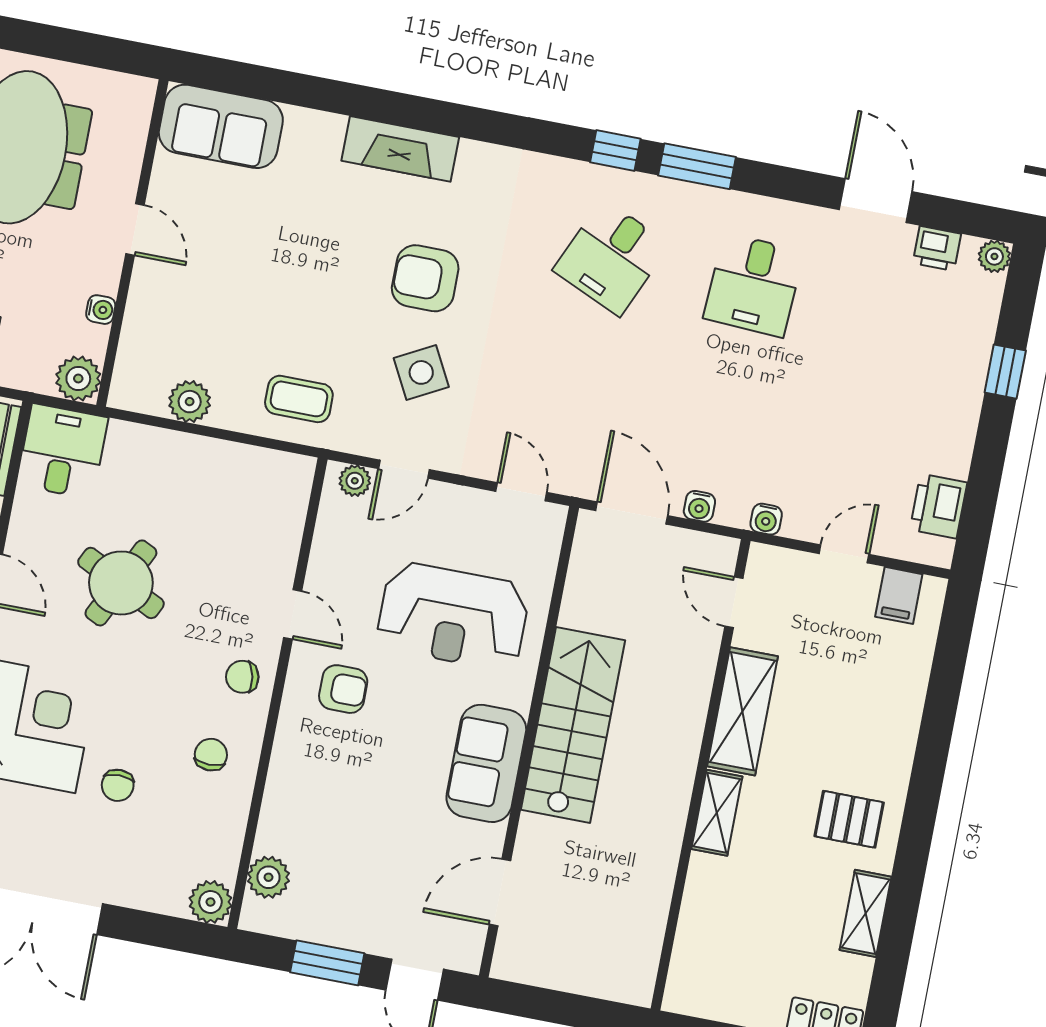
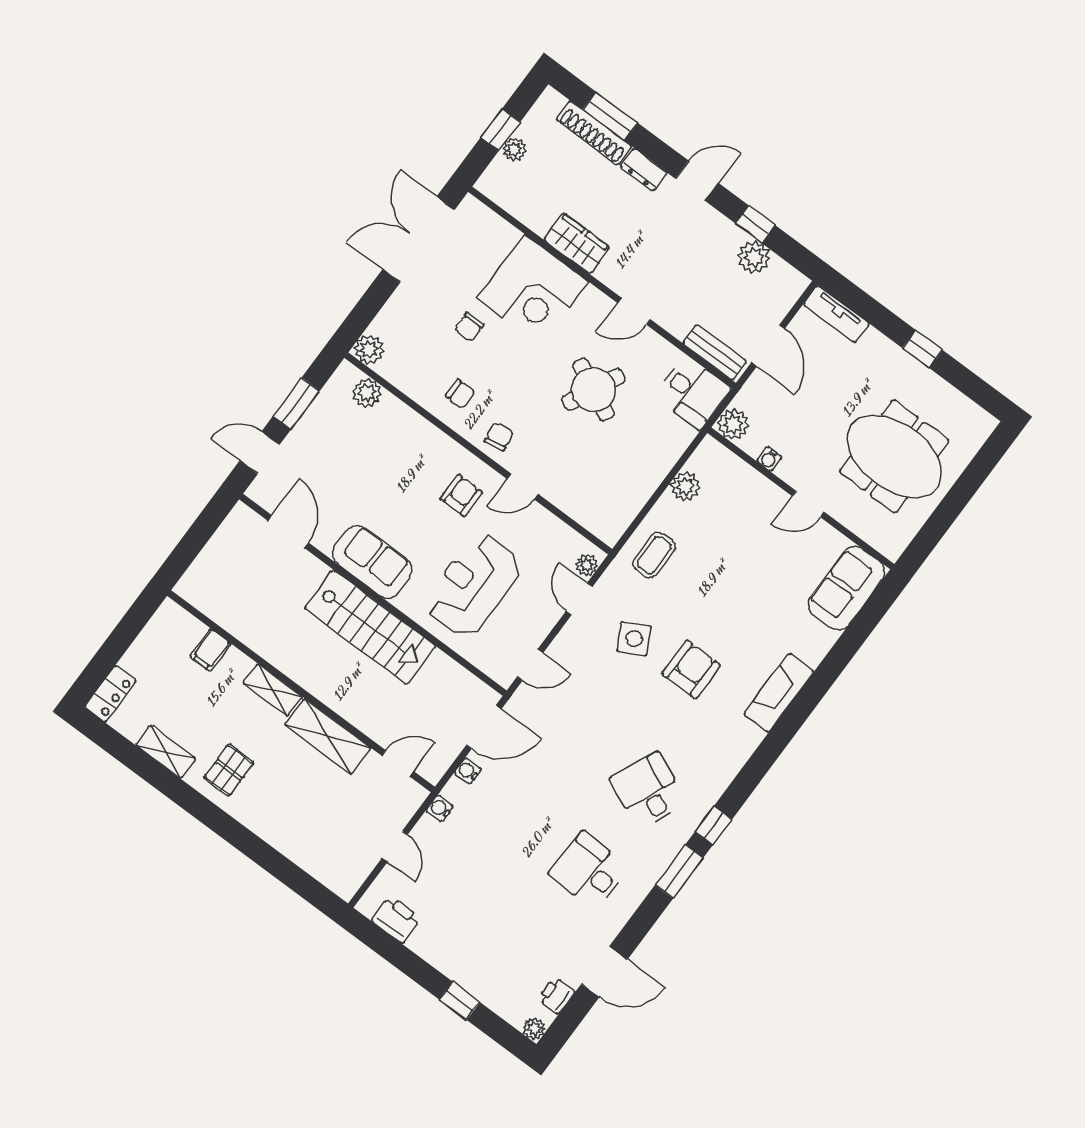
filing cabinet: (899, 595) -> (210, 650), moved, turned -90
armchair: (343, 689) -> (461, 495), turned 180
chair: (118, 785) -> (469, 327), turned -90

